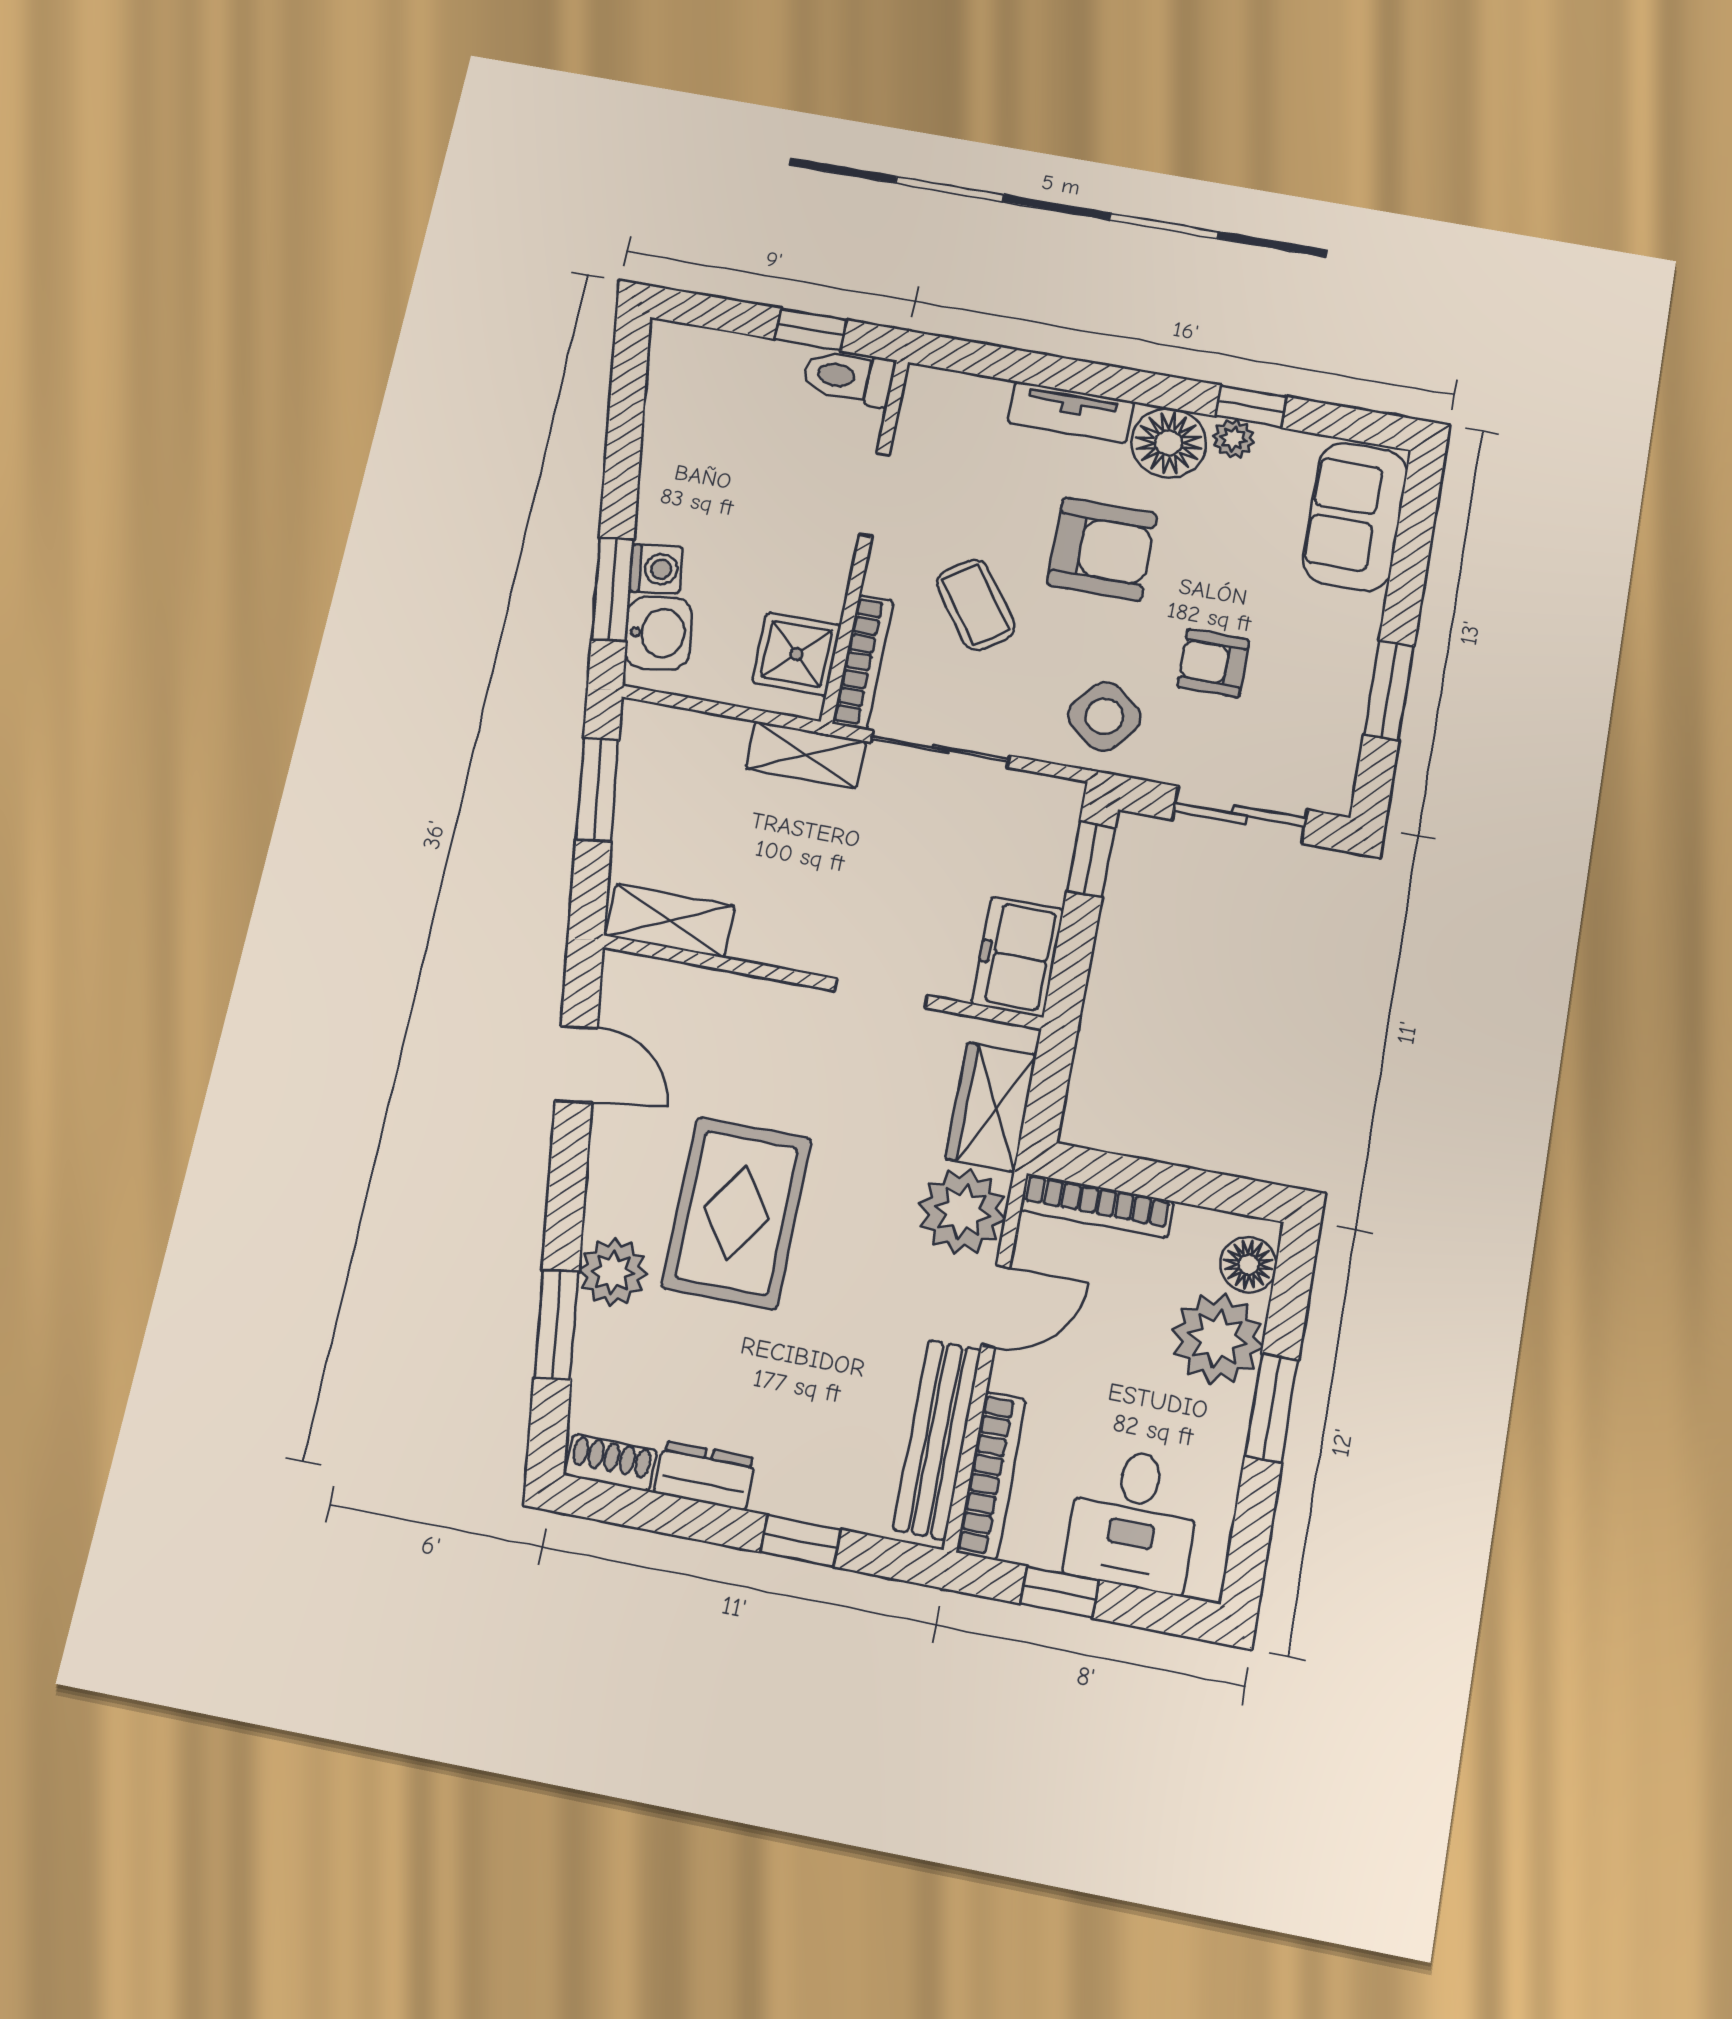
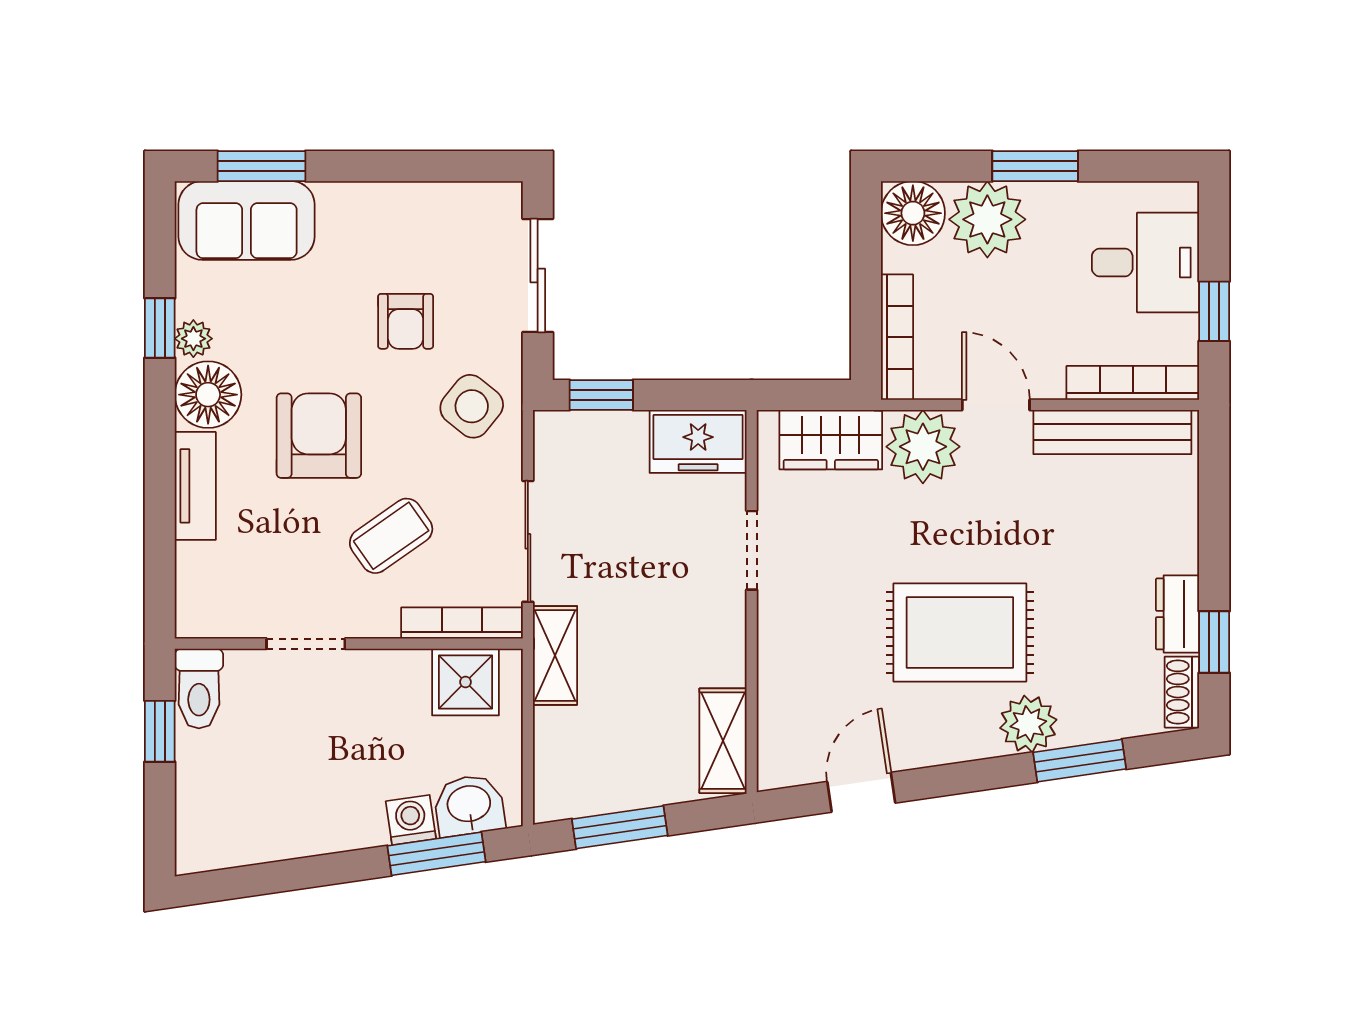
window: (1389, 691) -> (261, 166), moved
floor lamp: (1248, 1264) -> (913, 213), width x1.38, depth x1.38
window: (801, 1541) -> (1214, 642), moved

